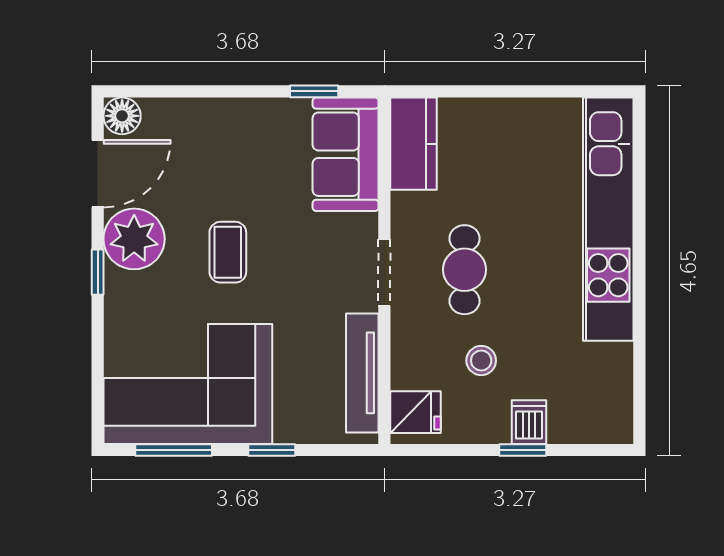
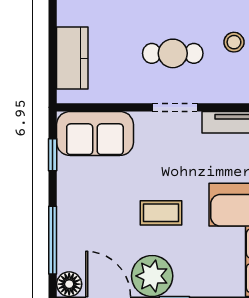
window: (187, 91) -> (53, 240), added
kitchen counter: (413, 144) -> (72, 58), moved, turned 90

